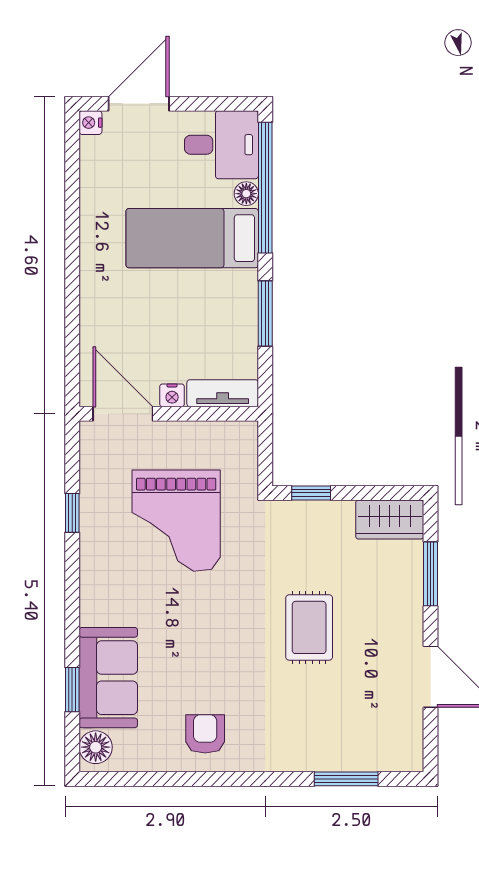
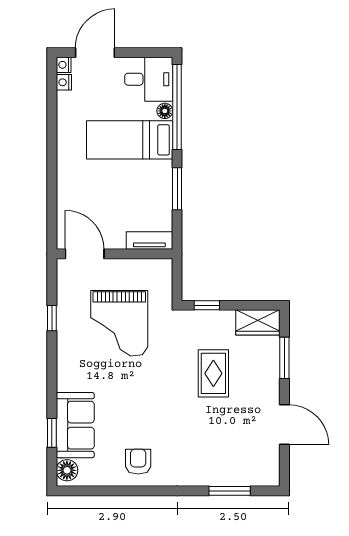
nightstand: (172, 395) -> (64, 82), moved, turned 90
rug: (309, 627) -> (213, 373), moved

